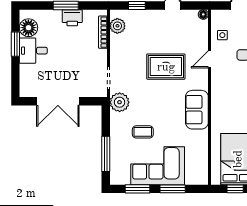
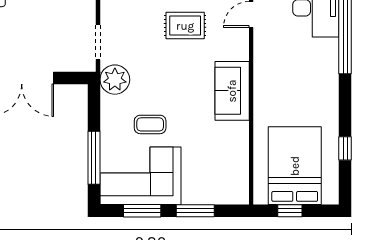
rug: (166, 67) -> (185, 26), width x0.73, depth x0.70
corner sofa: (158, 166) -> (141, 176), moved

